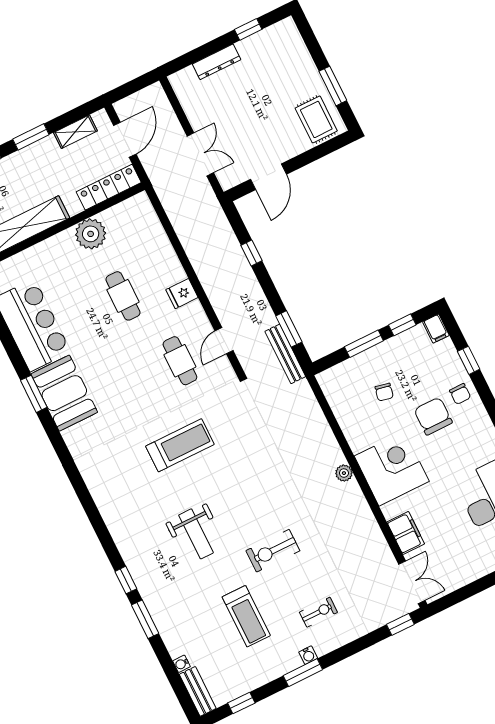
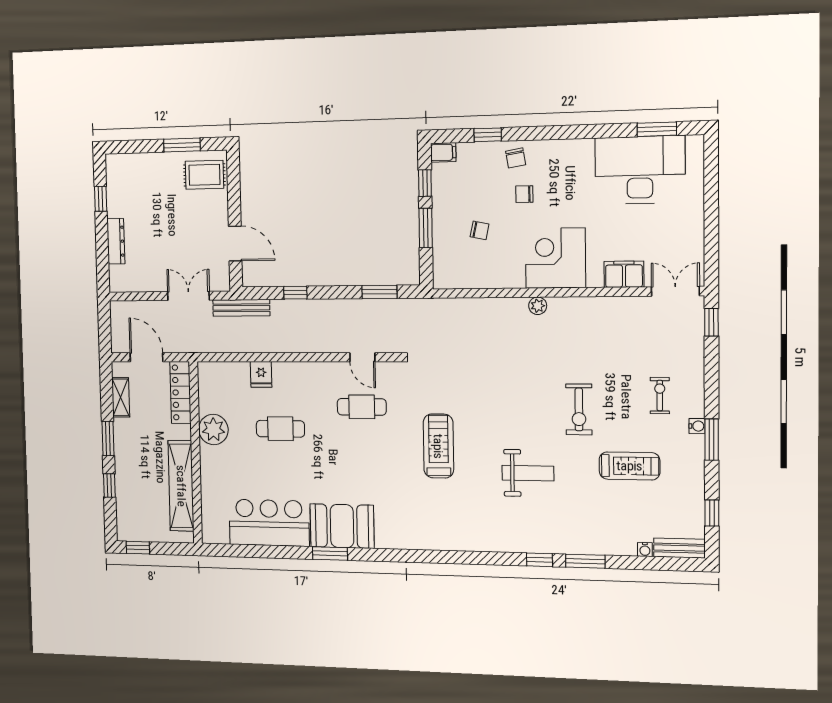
fridge: (182, 294) -> (261, 374), moved
bench: (285, 354) -> (241, 308), moved
chair: (460, 394) -> (516, 158), turned 81
chair: (433, 416) -> (524, 194), width x0.54, depth x0.54

